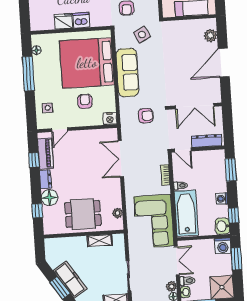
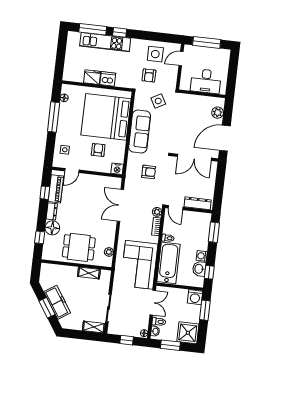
double door: (195, 106) -> (194, 157), moved
wall: (195, 106) -> (195, 157), moved
washbasin: (222, 226) -> (199, 269), moved
plant: (171, 286) -> (157, 212), moved

